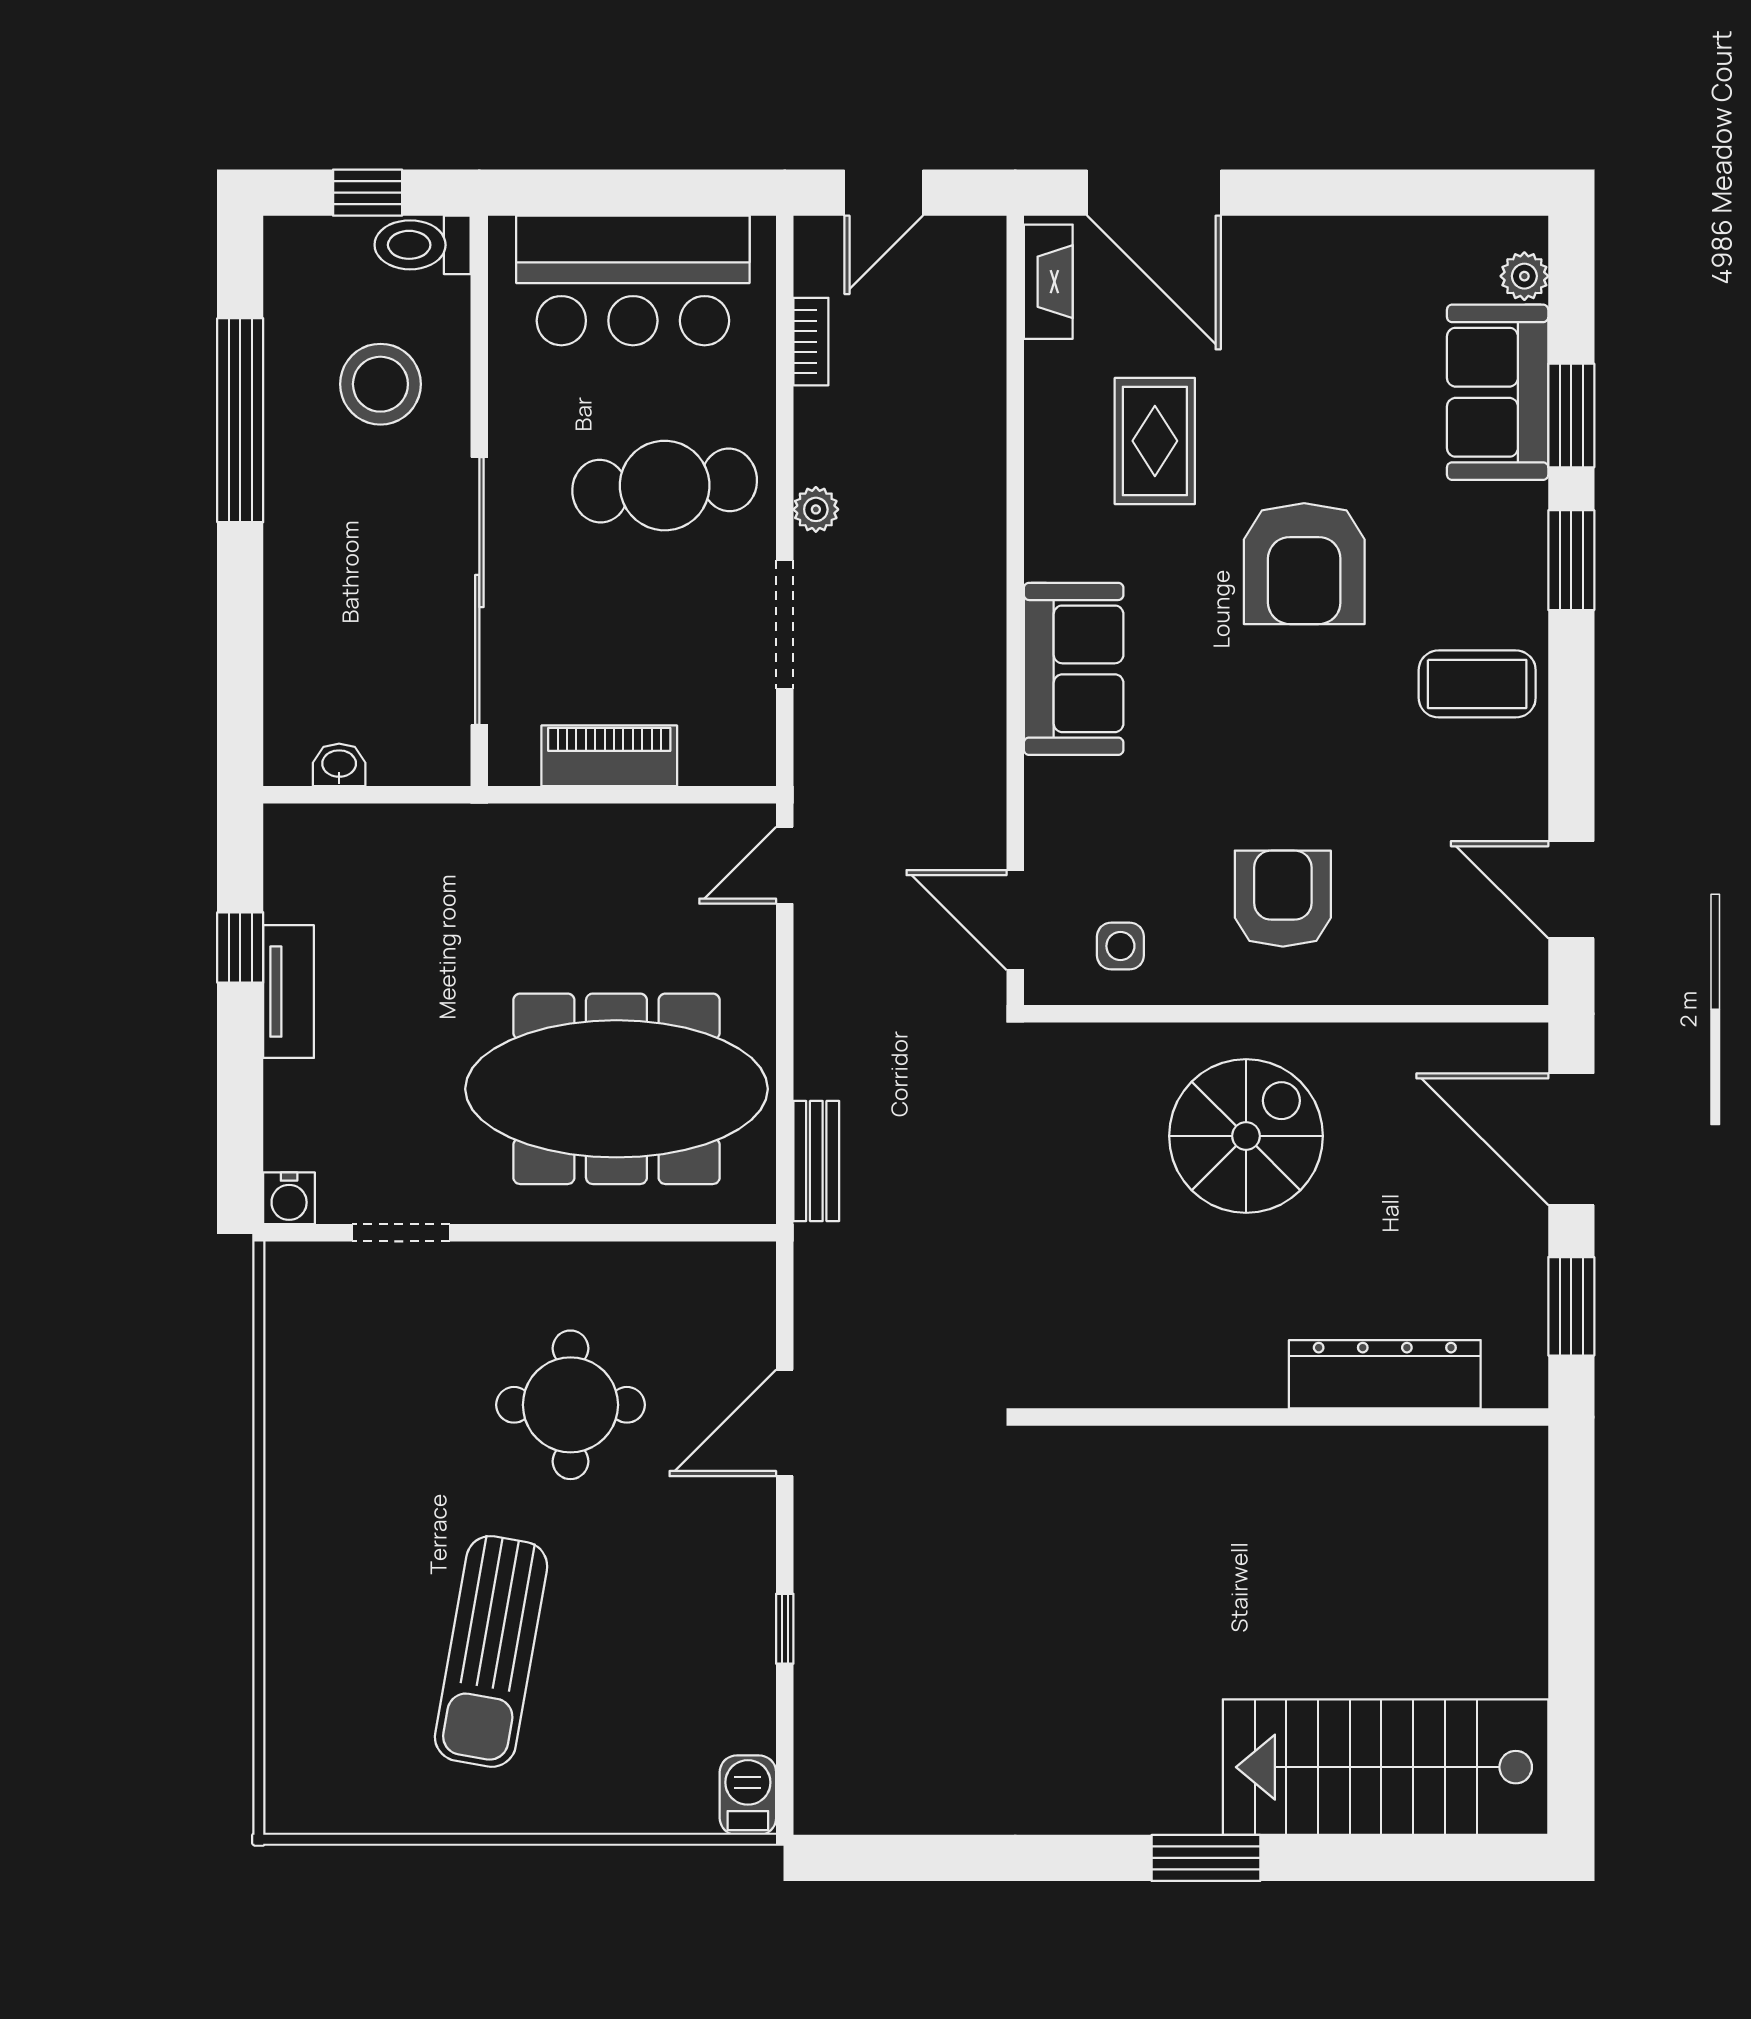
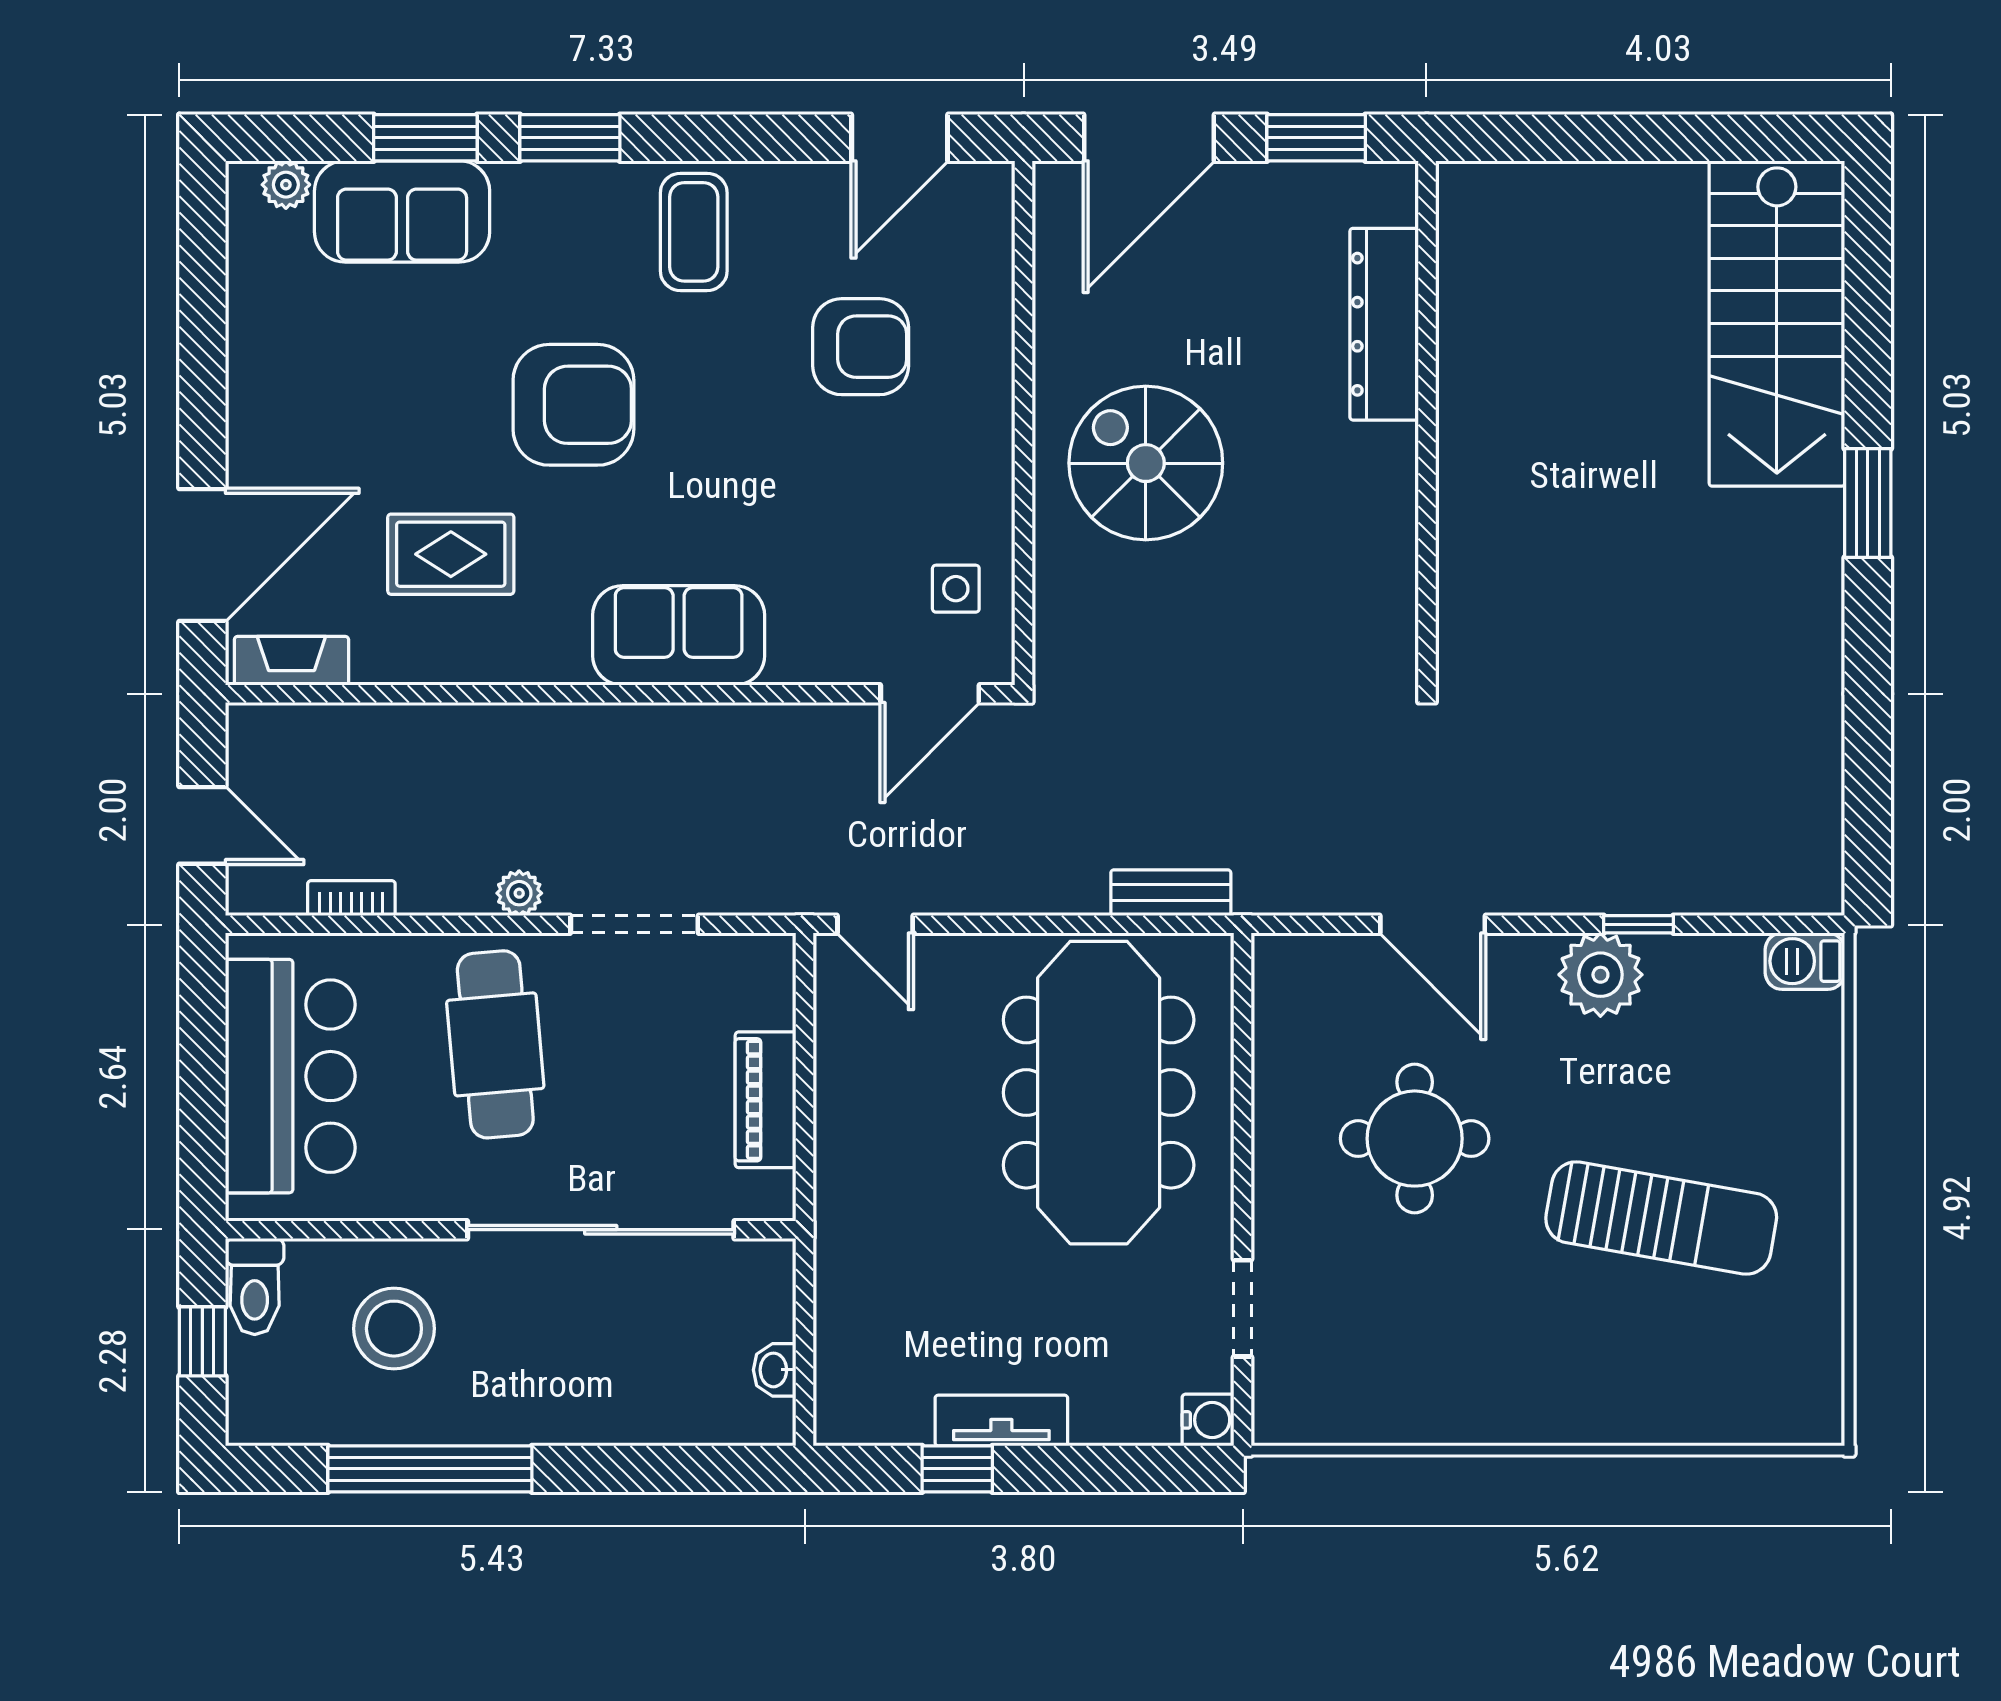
armchair: (1283, 899) -> (861, 347), moved, turned 180
plant: (734, 1591) -> (1600, 975), added

